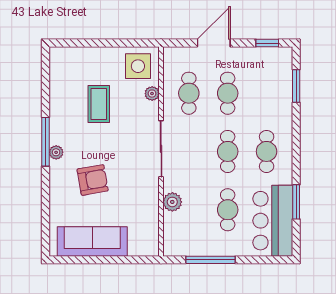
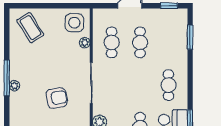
coffee table: (99, 104) -> (30, 28), moved, turned -32
cafe table: (228, 151) -> (140, 85), removed
armchair: (93, 180) -> (57, 98), moved

